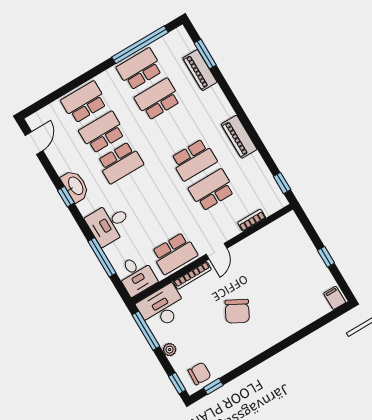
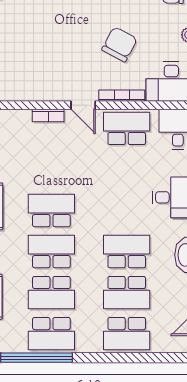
school desk: (212, 190) -> (51, 252), moved, turned 180
bookcase: (252, 220) -> (48, 115), moved
door: (217, 251) -> (83, 105), swing flipped
chair: (237, 311) -> (119, 44), moved

